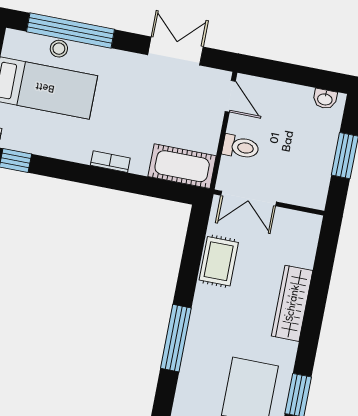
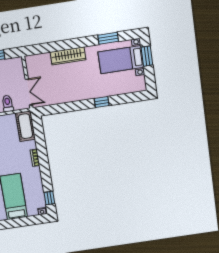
rug: (219, 261) -> (61, 95), removed
window: (176, 338) -> (102, 102), width x0.46

